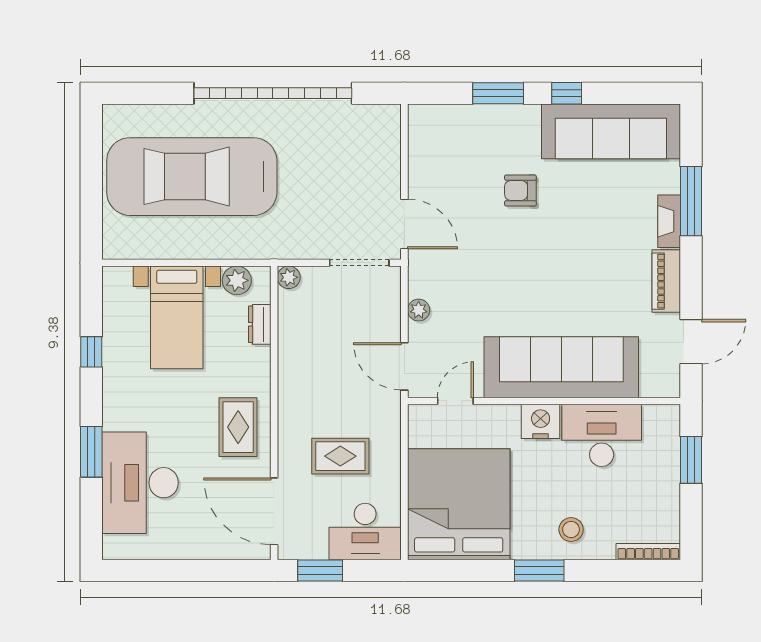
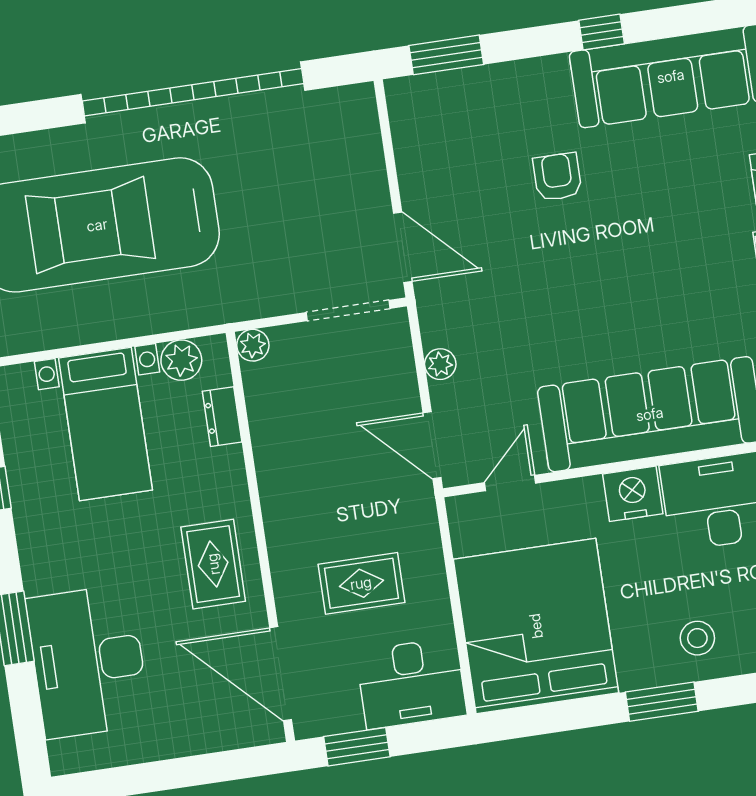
window: (498, 93) -> (446, 55), moved
armchair: (520, 190) -> (557, 177), turned 90

